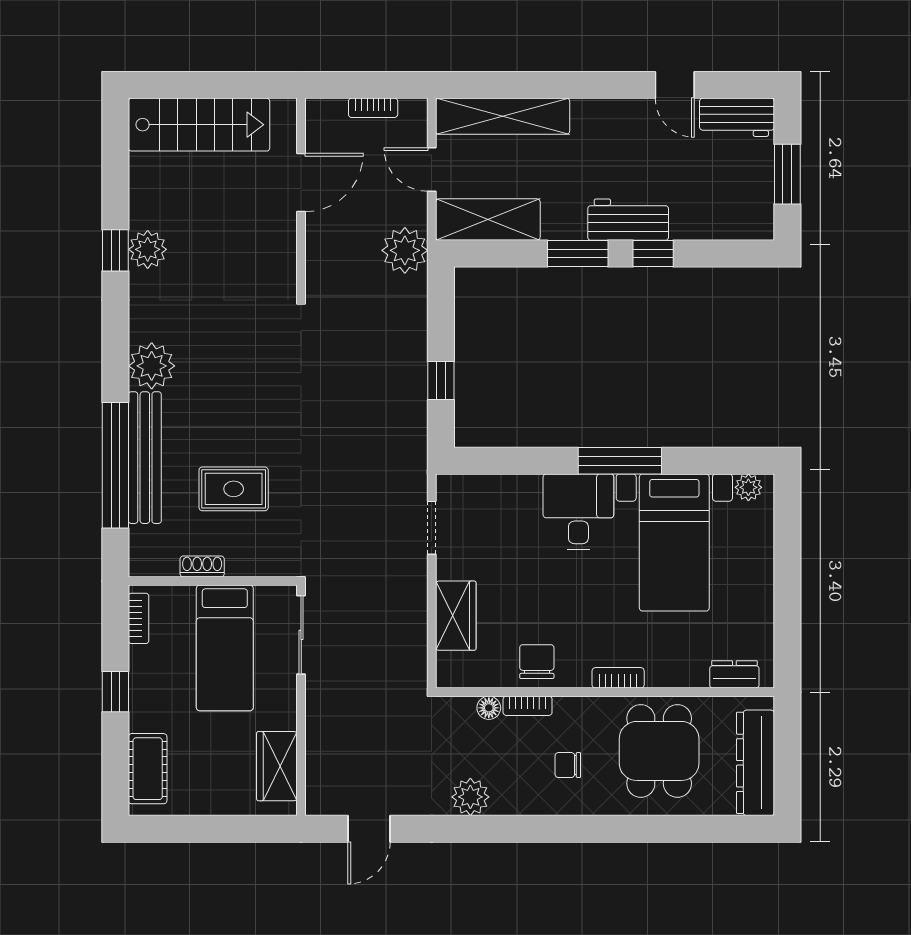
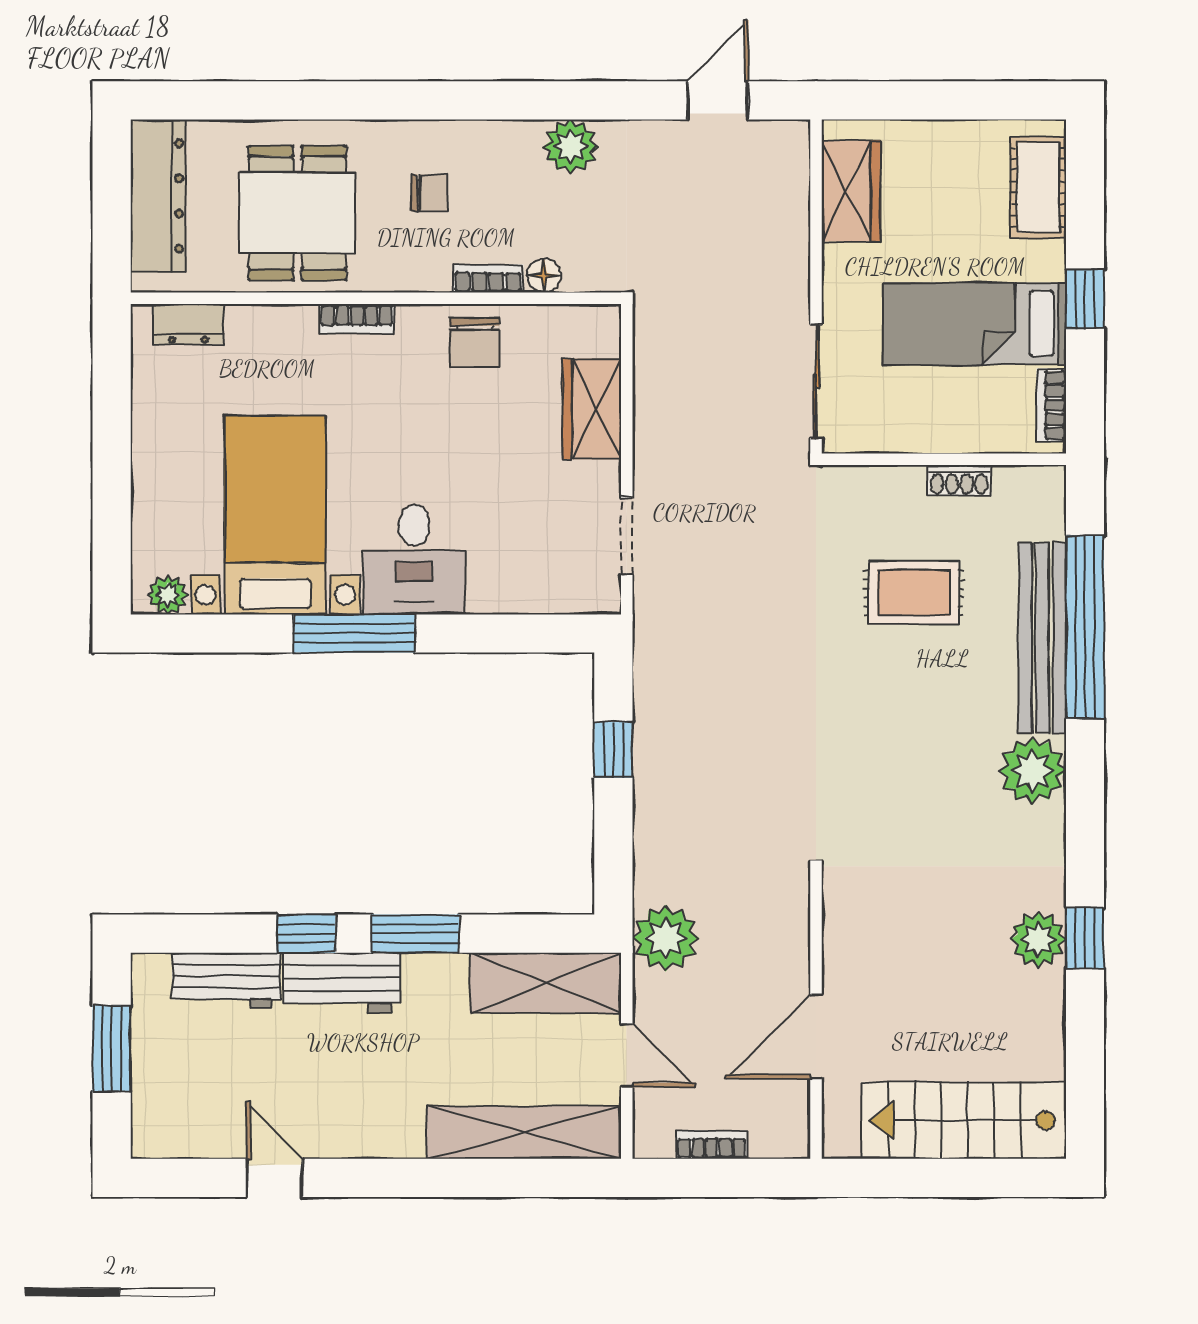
workbench: (737, 117) -> (226, 980), moved, turned 180
bed: (225, 648) -> (975, 324), moved, turned -90

